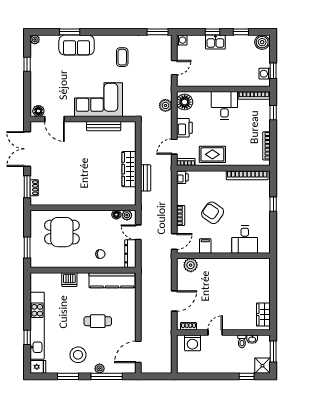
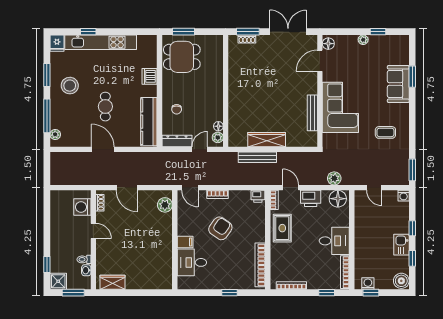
plant: (35, 40) -> (363, 40), moved
kitchen sink: (215, 42) -> (401, 245), moved
bench: (146, 178) -> (257, 157), width x1.36
dining table: (62, 232) -> (182, 57), moved, turned 90
filing cabinet: (205, 246) -> (185, 242), moved
door: (138, 352) -> (103, 149), moved
plant: (100, 368) -> (55, 134), moved

